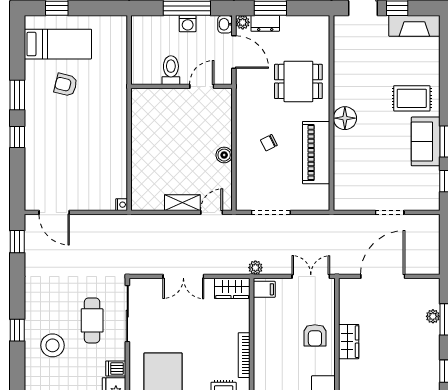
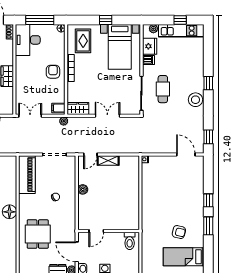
toilet: (171, 70) -> (130, 241), moved
dining table: (298, 81) -> (38, 234), turned 90
piano: (316, 153) -> (27, 175), moved
double door: (311, 276) -> (30, 116), swing flipped
armchair: (315, 335) -> (53, 72), moved
stool: (52, 345) -> (195, 100), moved

